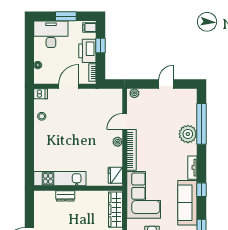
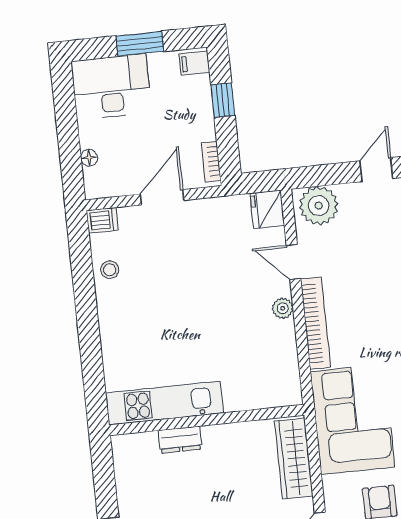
printer: (87, 51) -> (195, 115), removed
plant: (134, 93) -> (319, 206), width x1.88, depth x1.88
door: (125, 121) -> (294, 262), hinge flipped
fridge: (115, 175) -> (267, 209), moved

